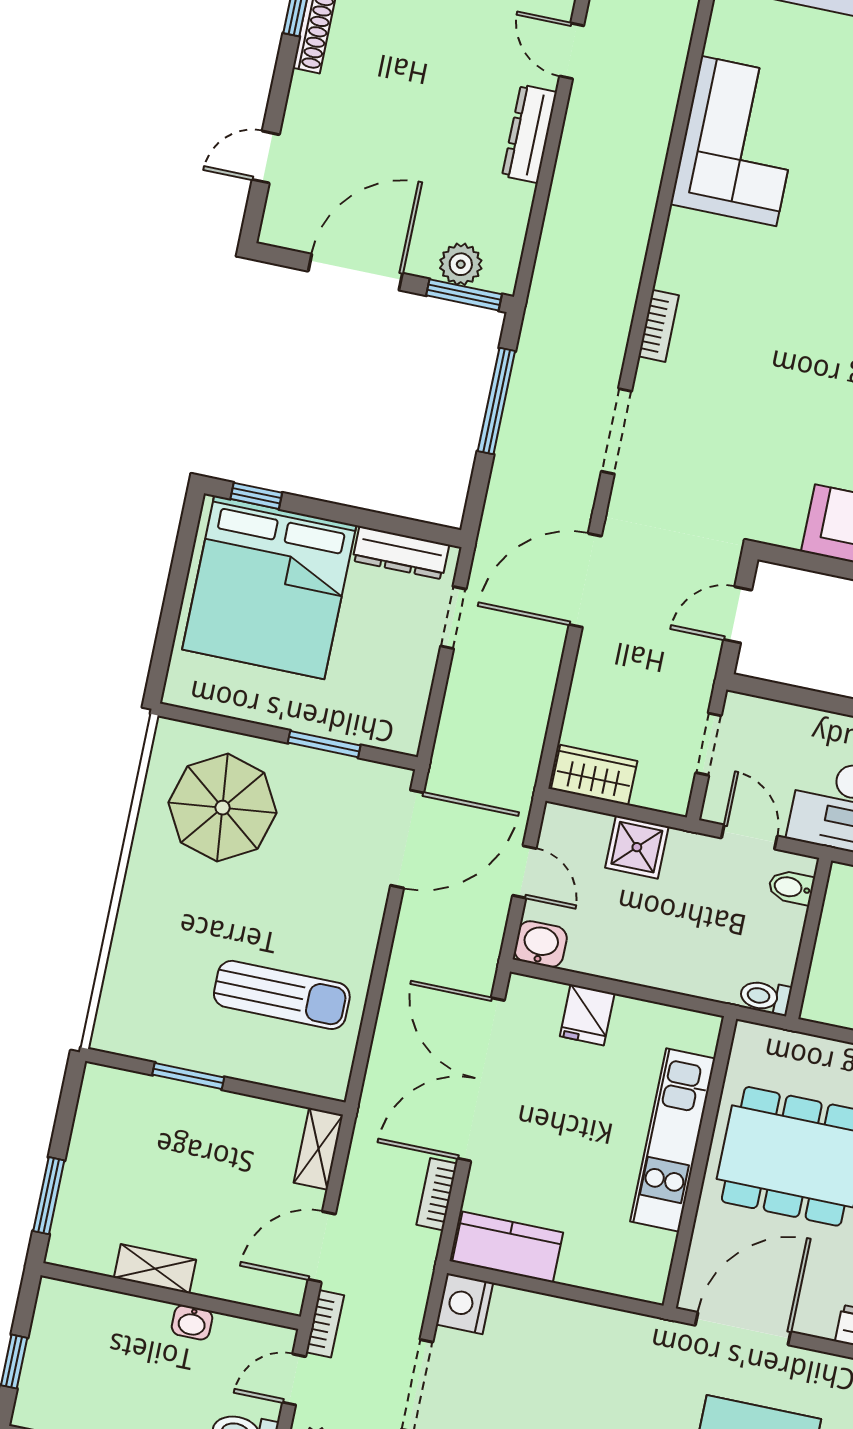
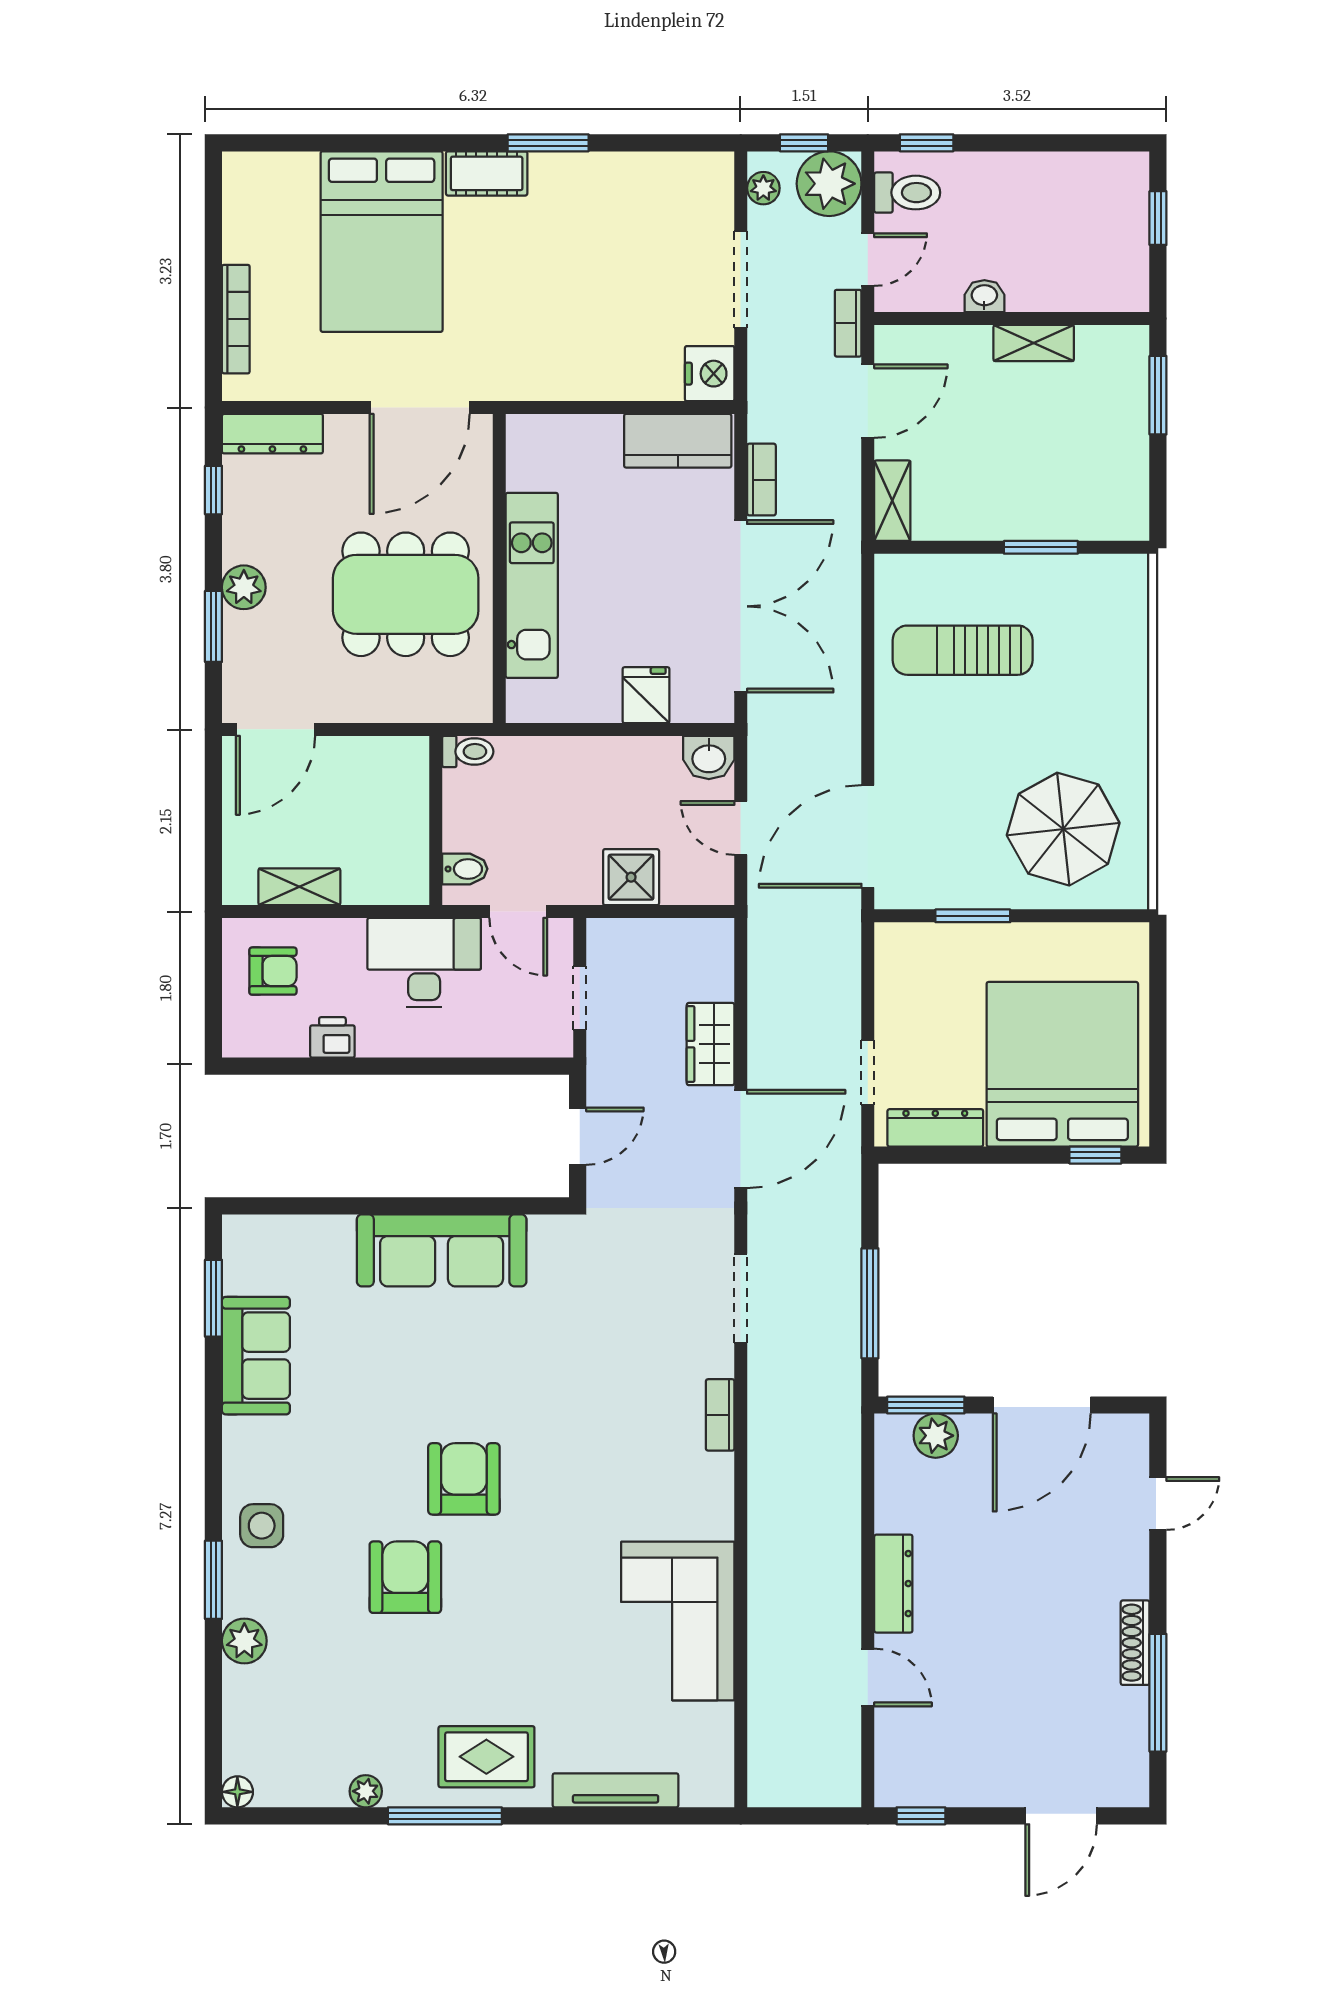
wardrobe: (594, 775) -> (711, 1044), moved, turned 90

